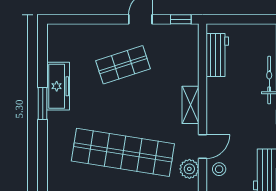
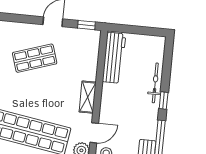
workbench: (217, 55) -> (114, 58), width x1.38

